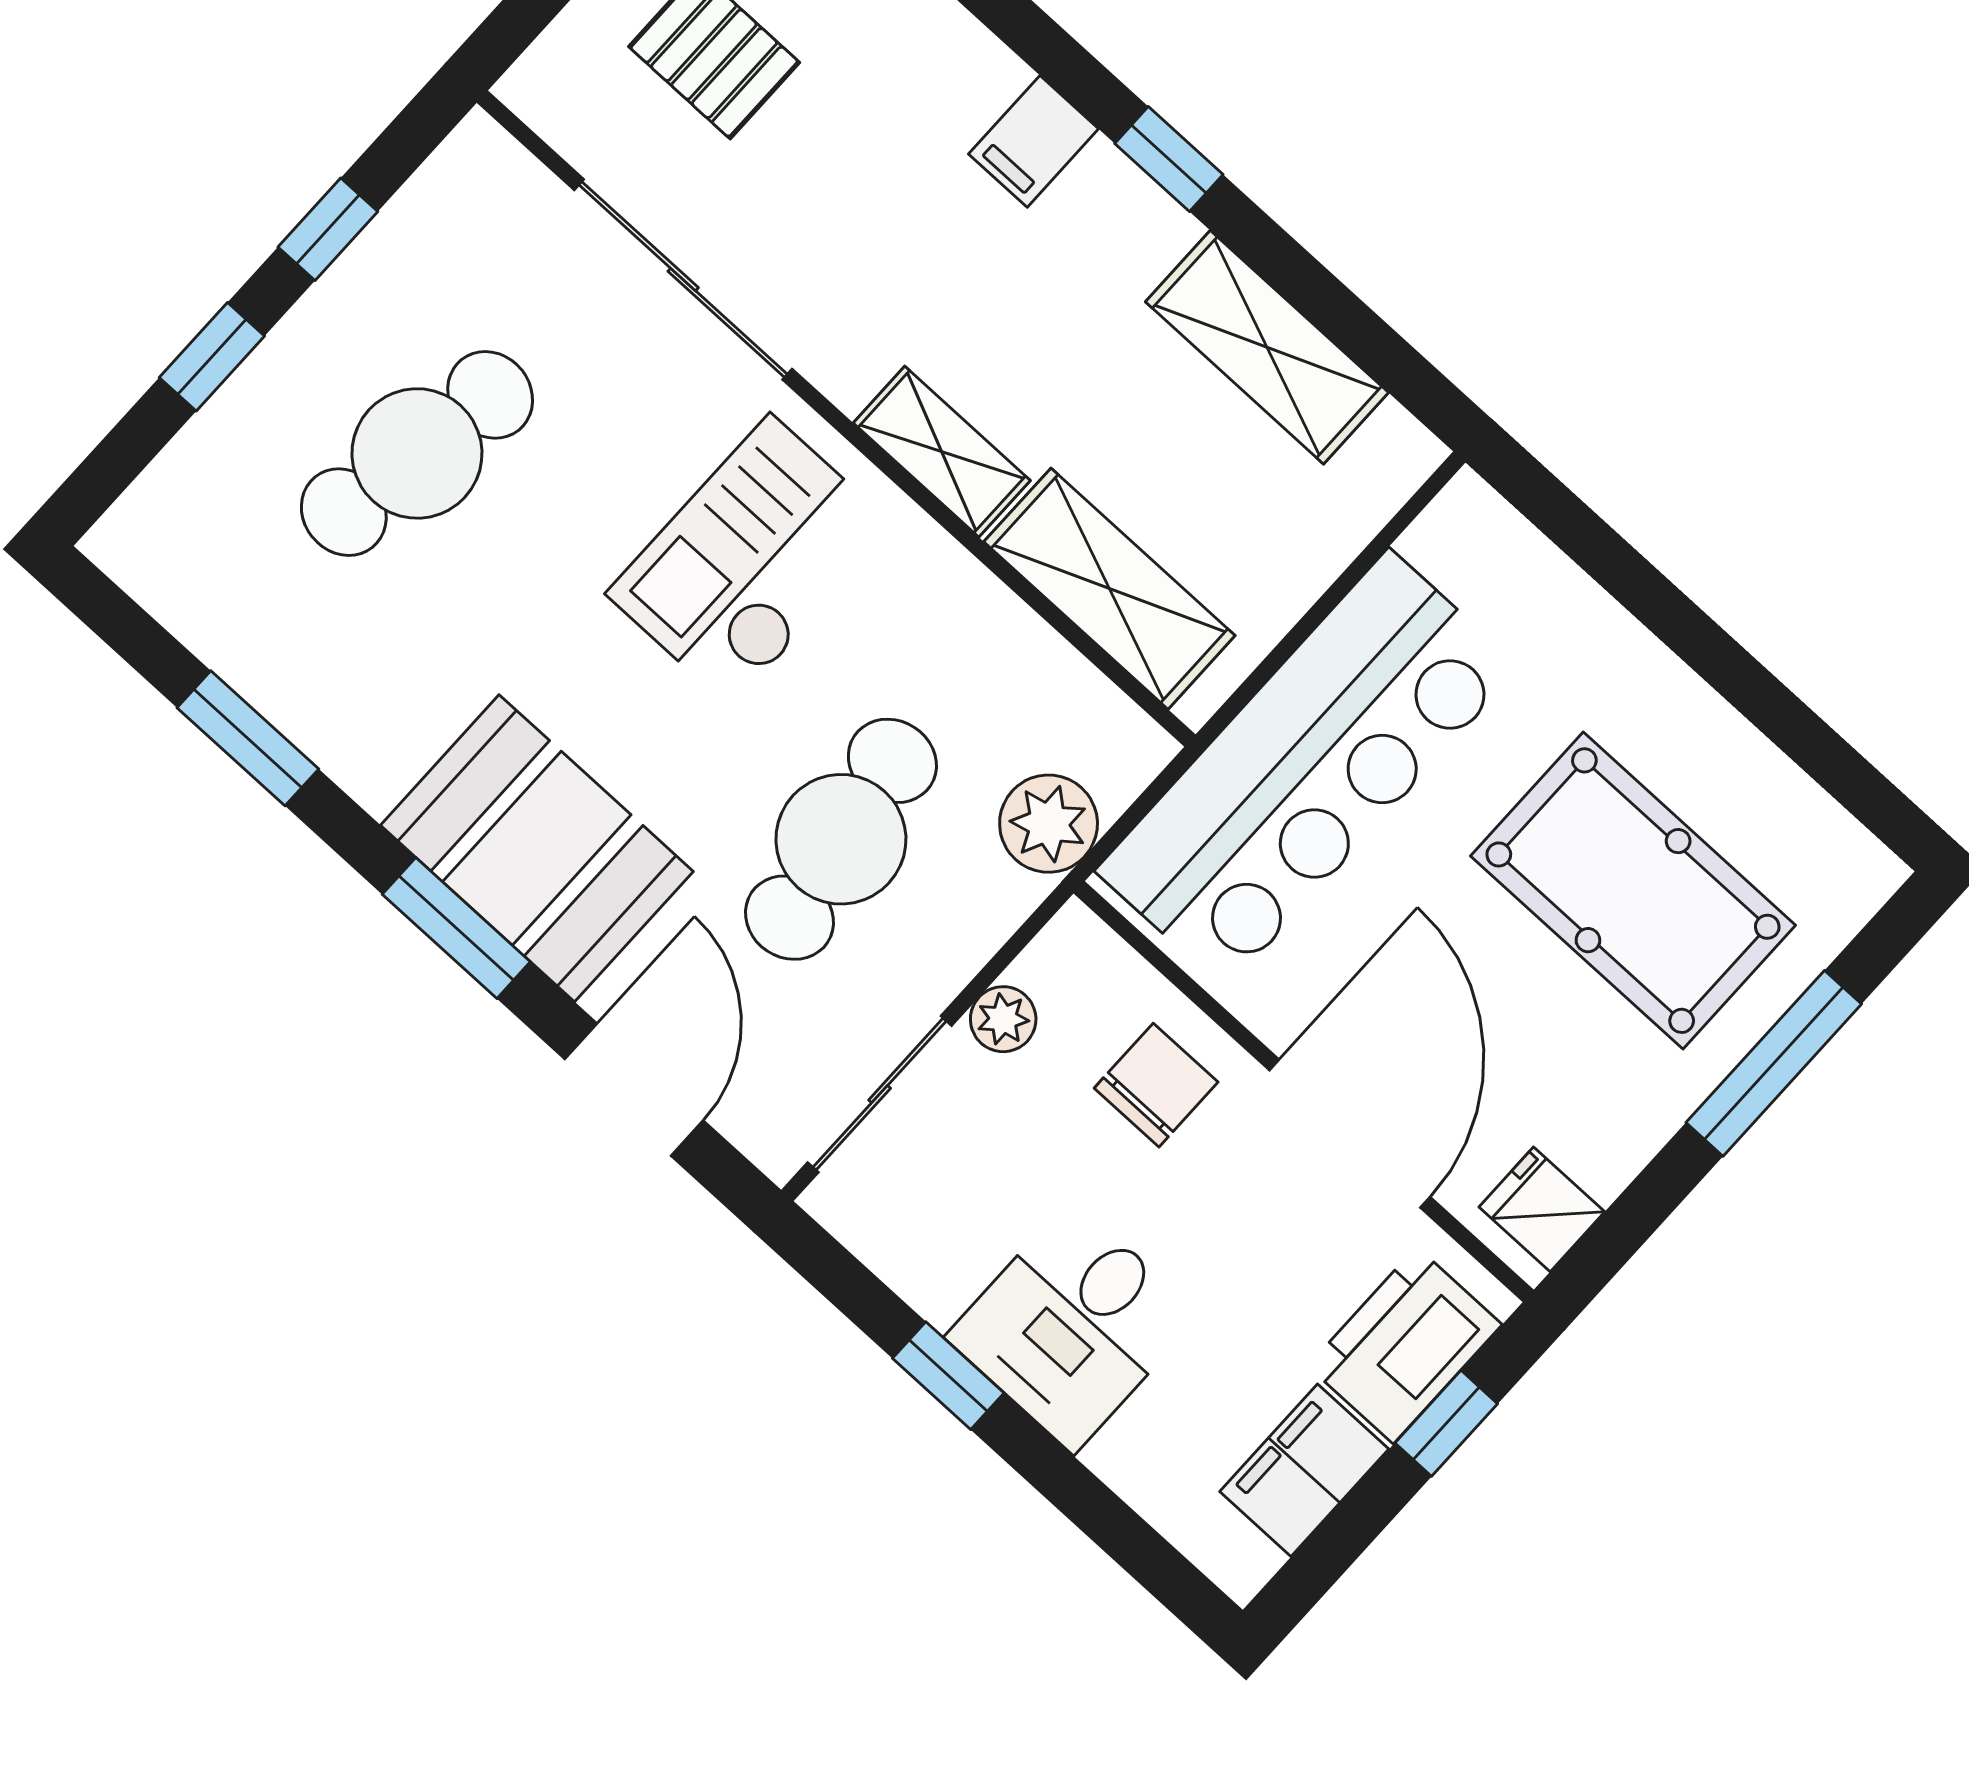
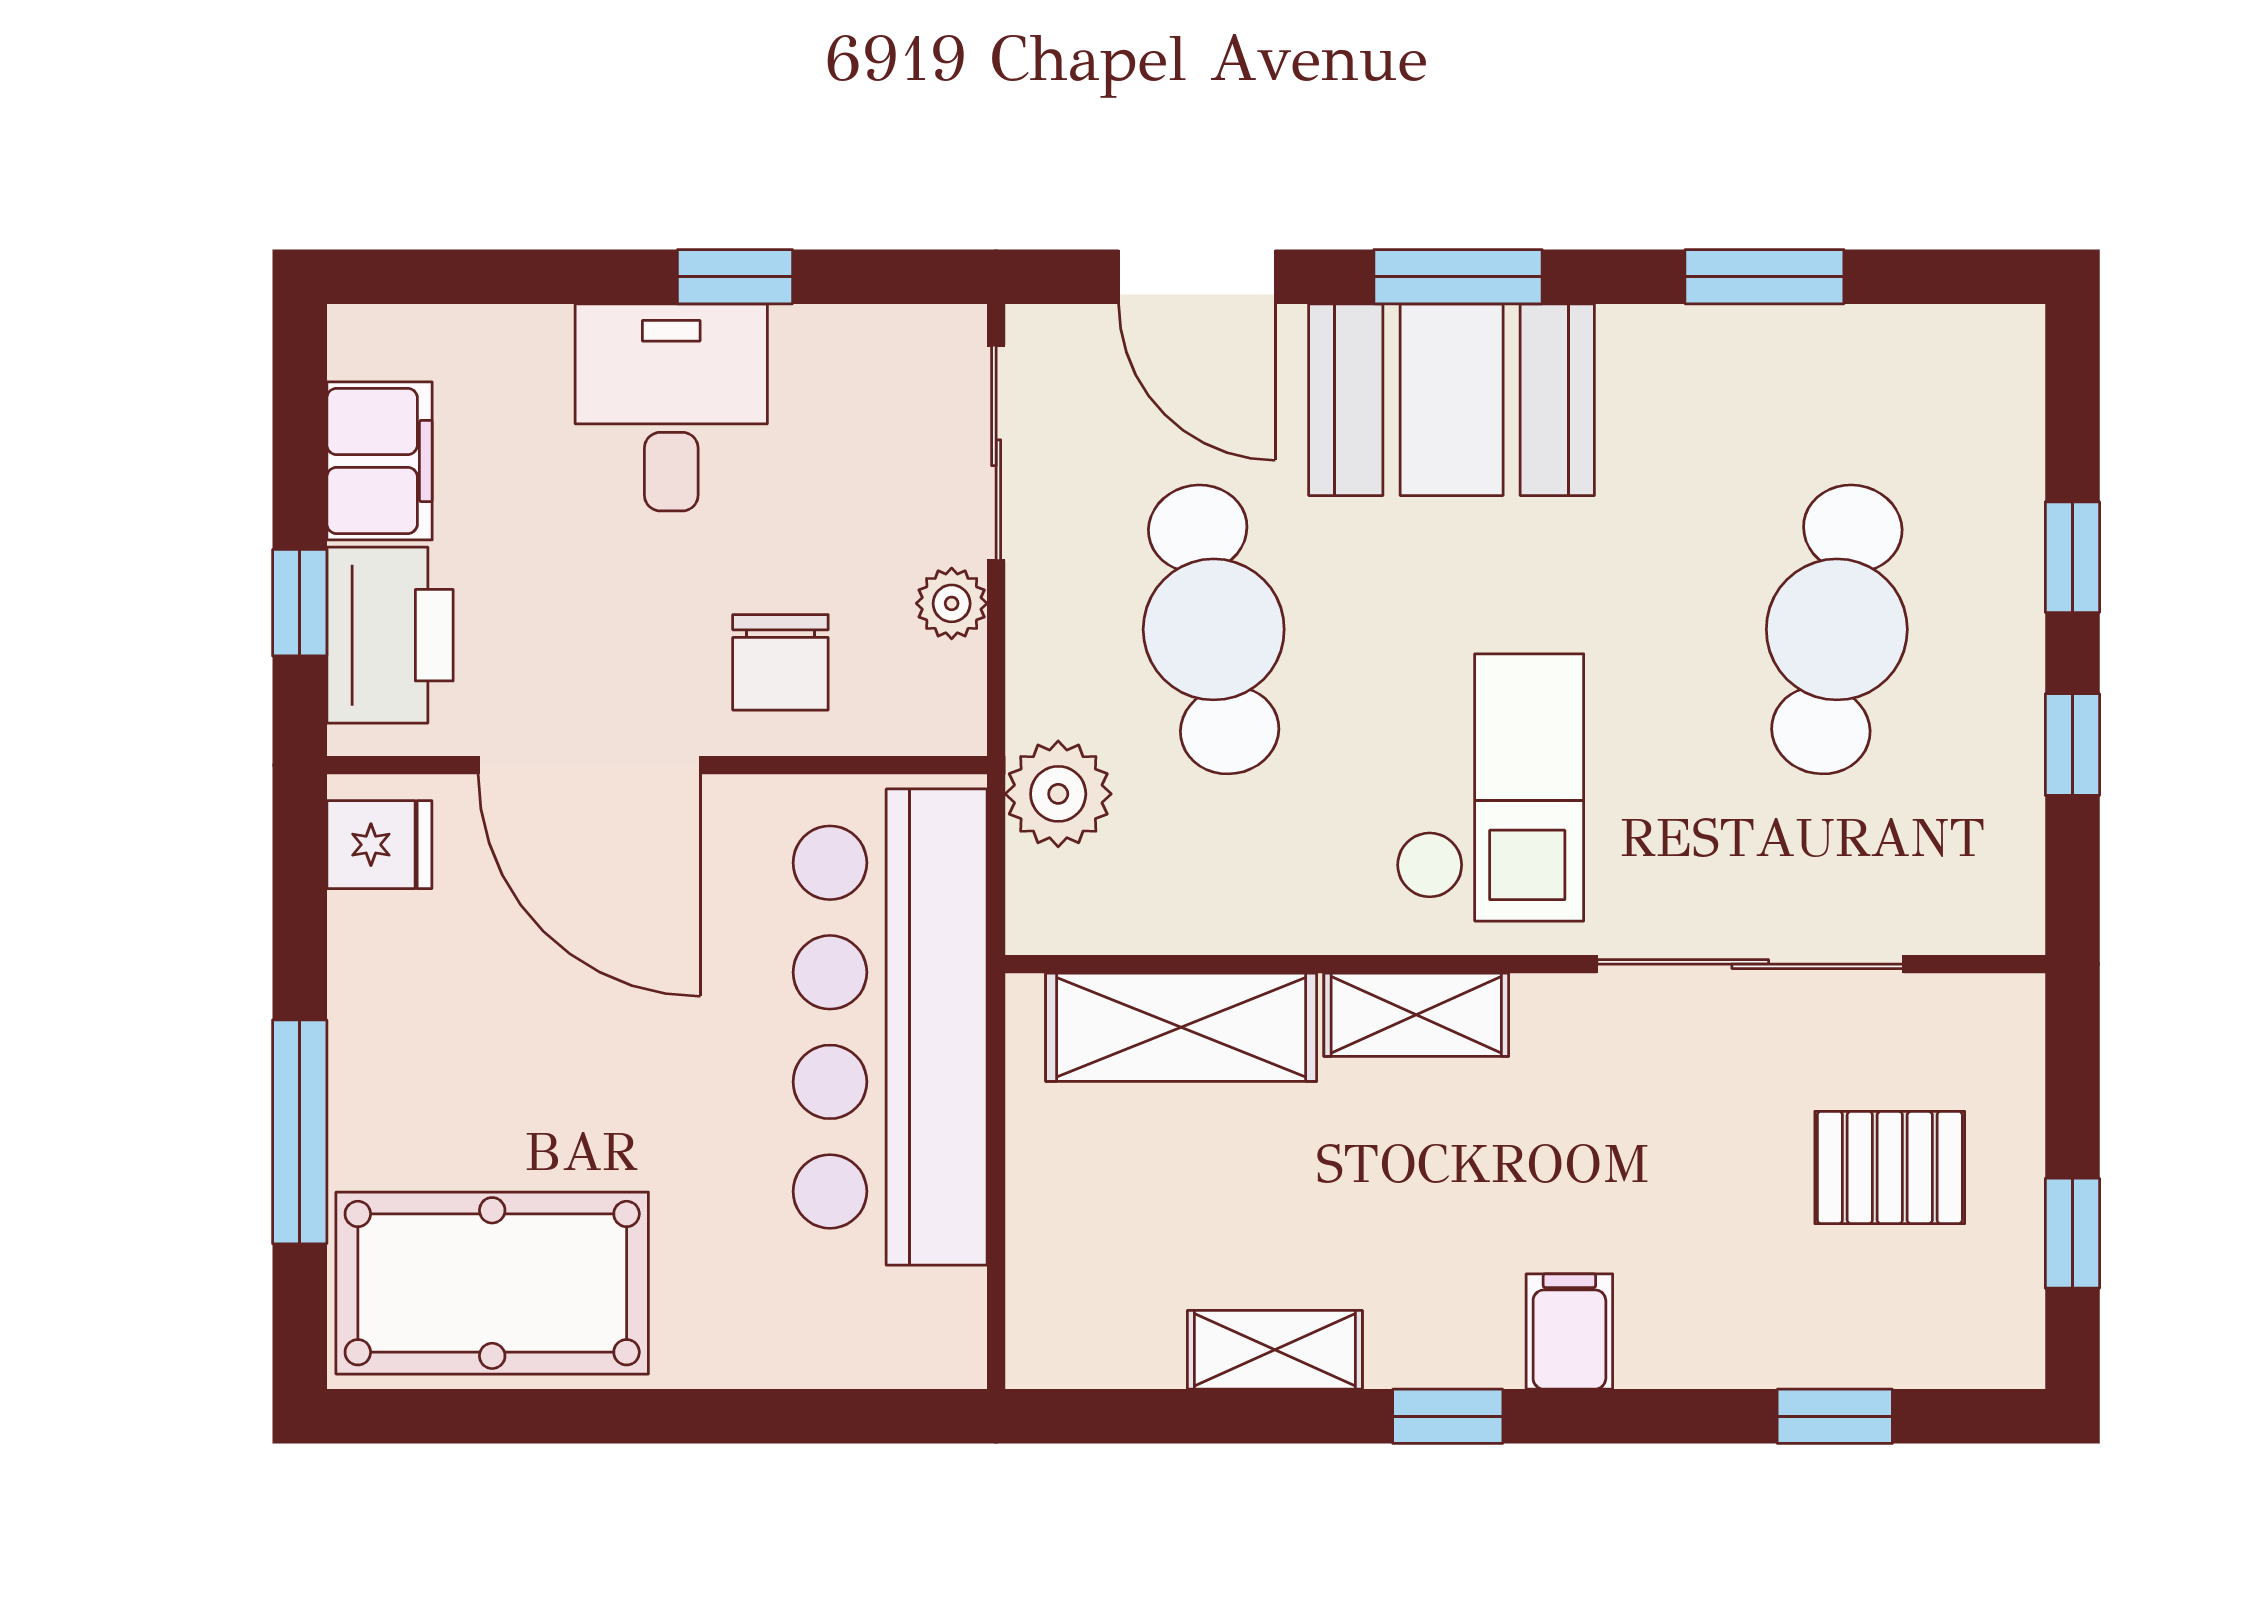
shelving: (1267, 347) -> (1275, 1350), width x0.67, depth x0.75
pool table: (1633, 891) -> (492, 1283), moved

